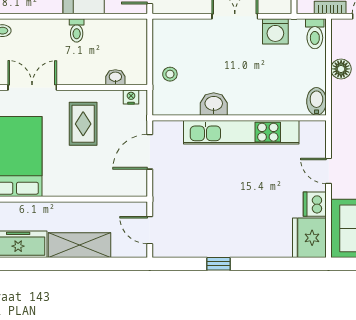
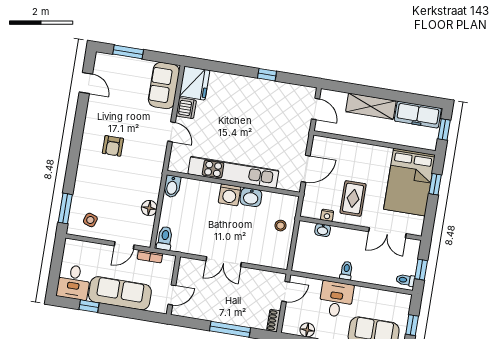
washing machine: (275, 31) -> (229, 195), moved, turned 180
nightstand: (131, 97) -> (327, 215), moved

